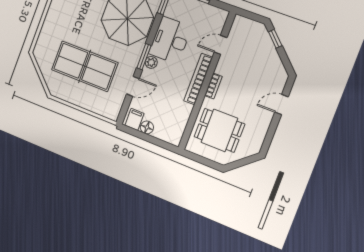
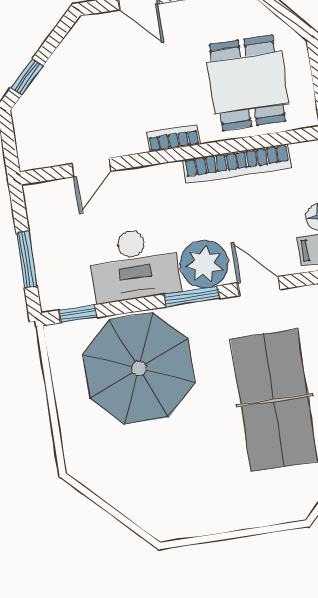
door: (221, 45) -> (91, 167), hinge flipped
plant: (151, 62) -> (204, 264), width x1.88, depth x1.88
bookcase: (198, 79) -> (237, 164), moved

